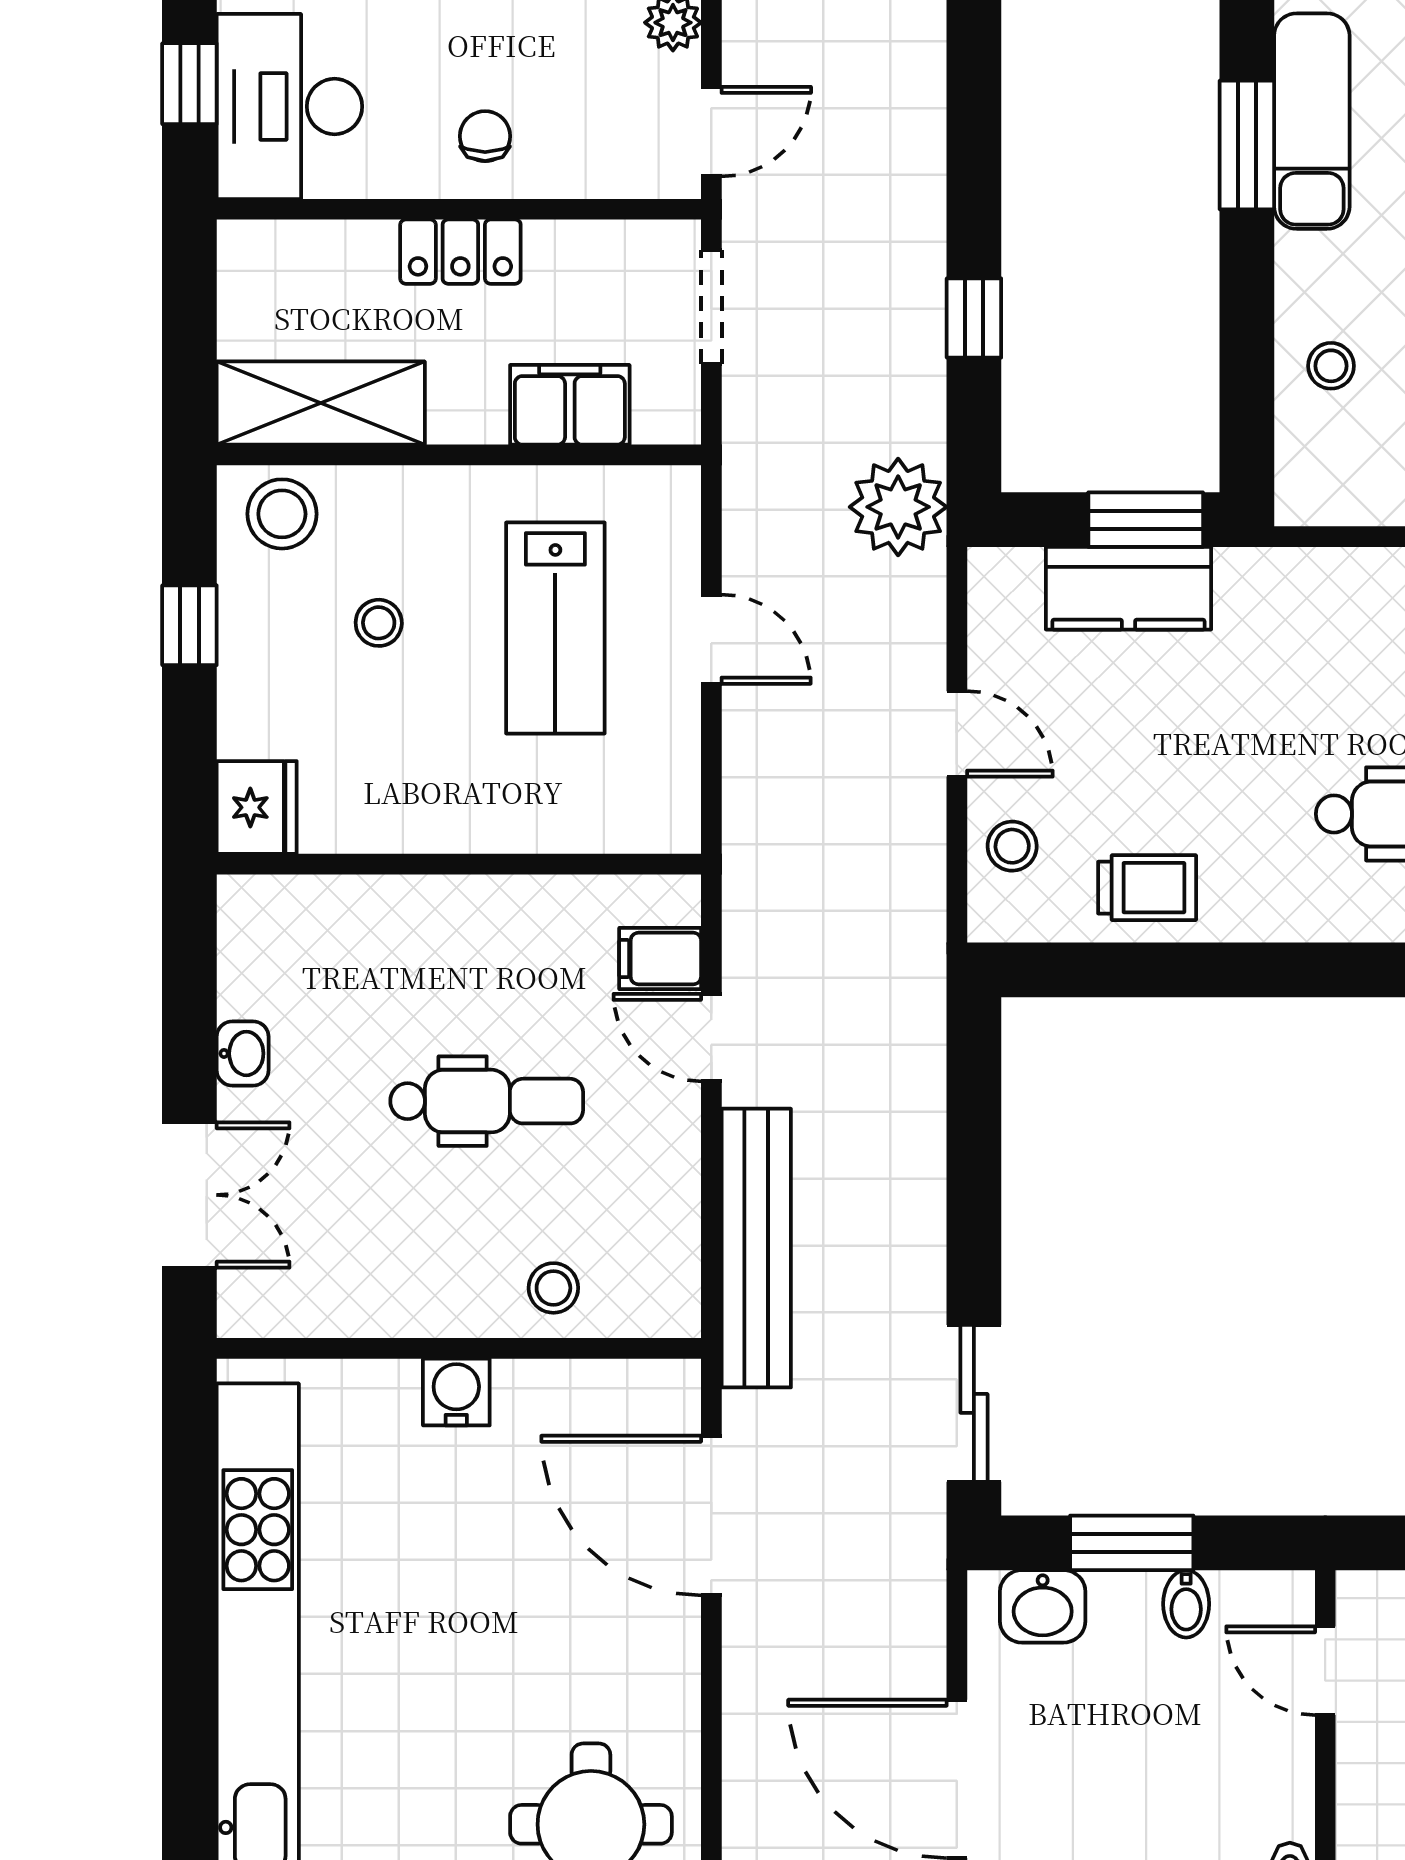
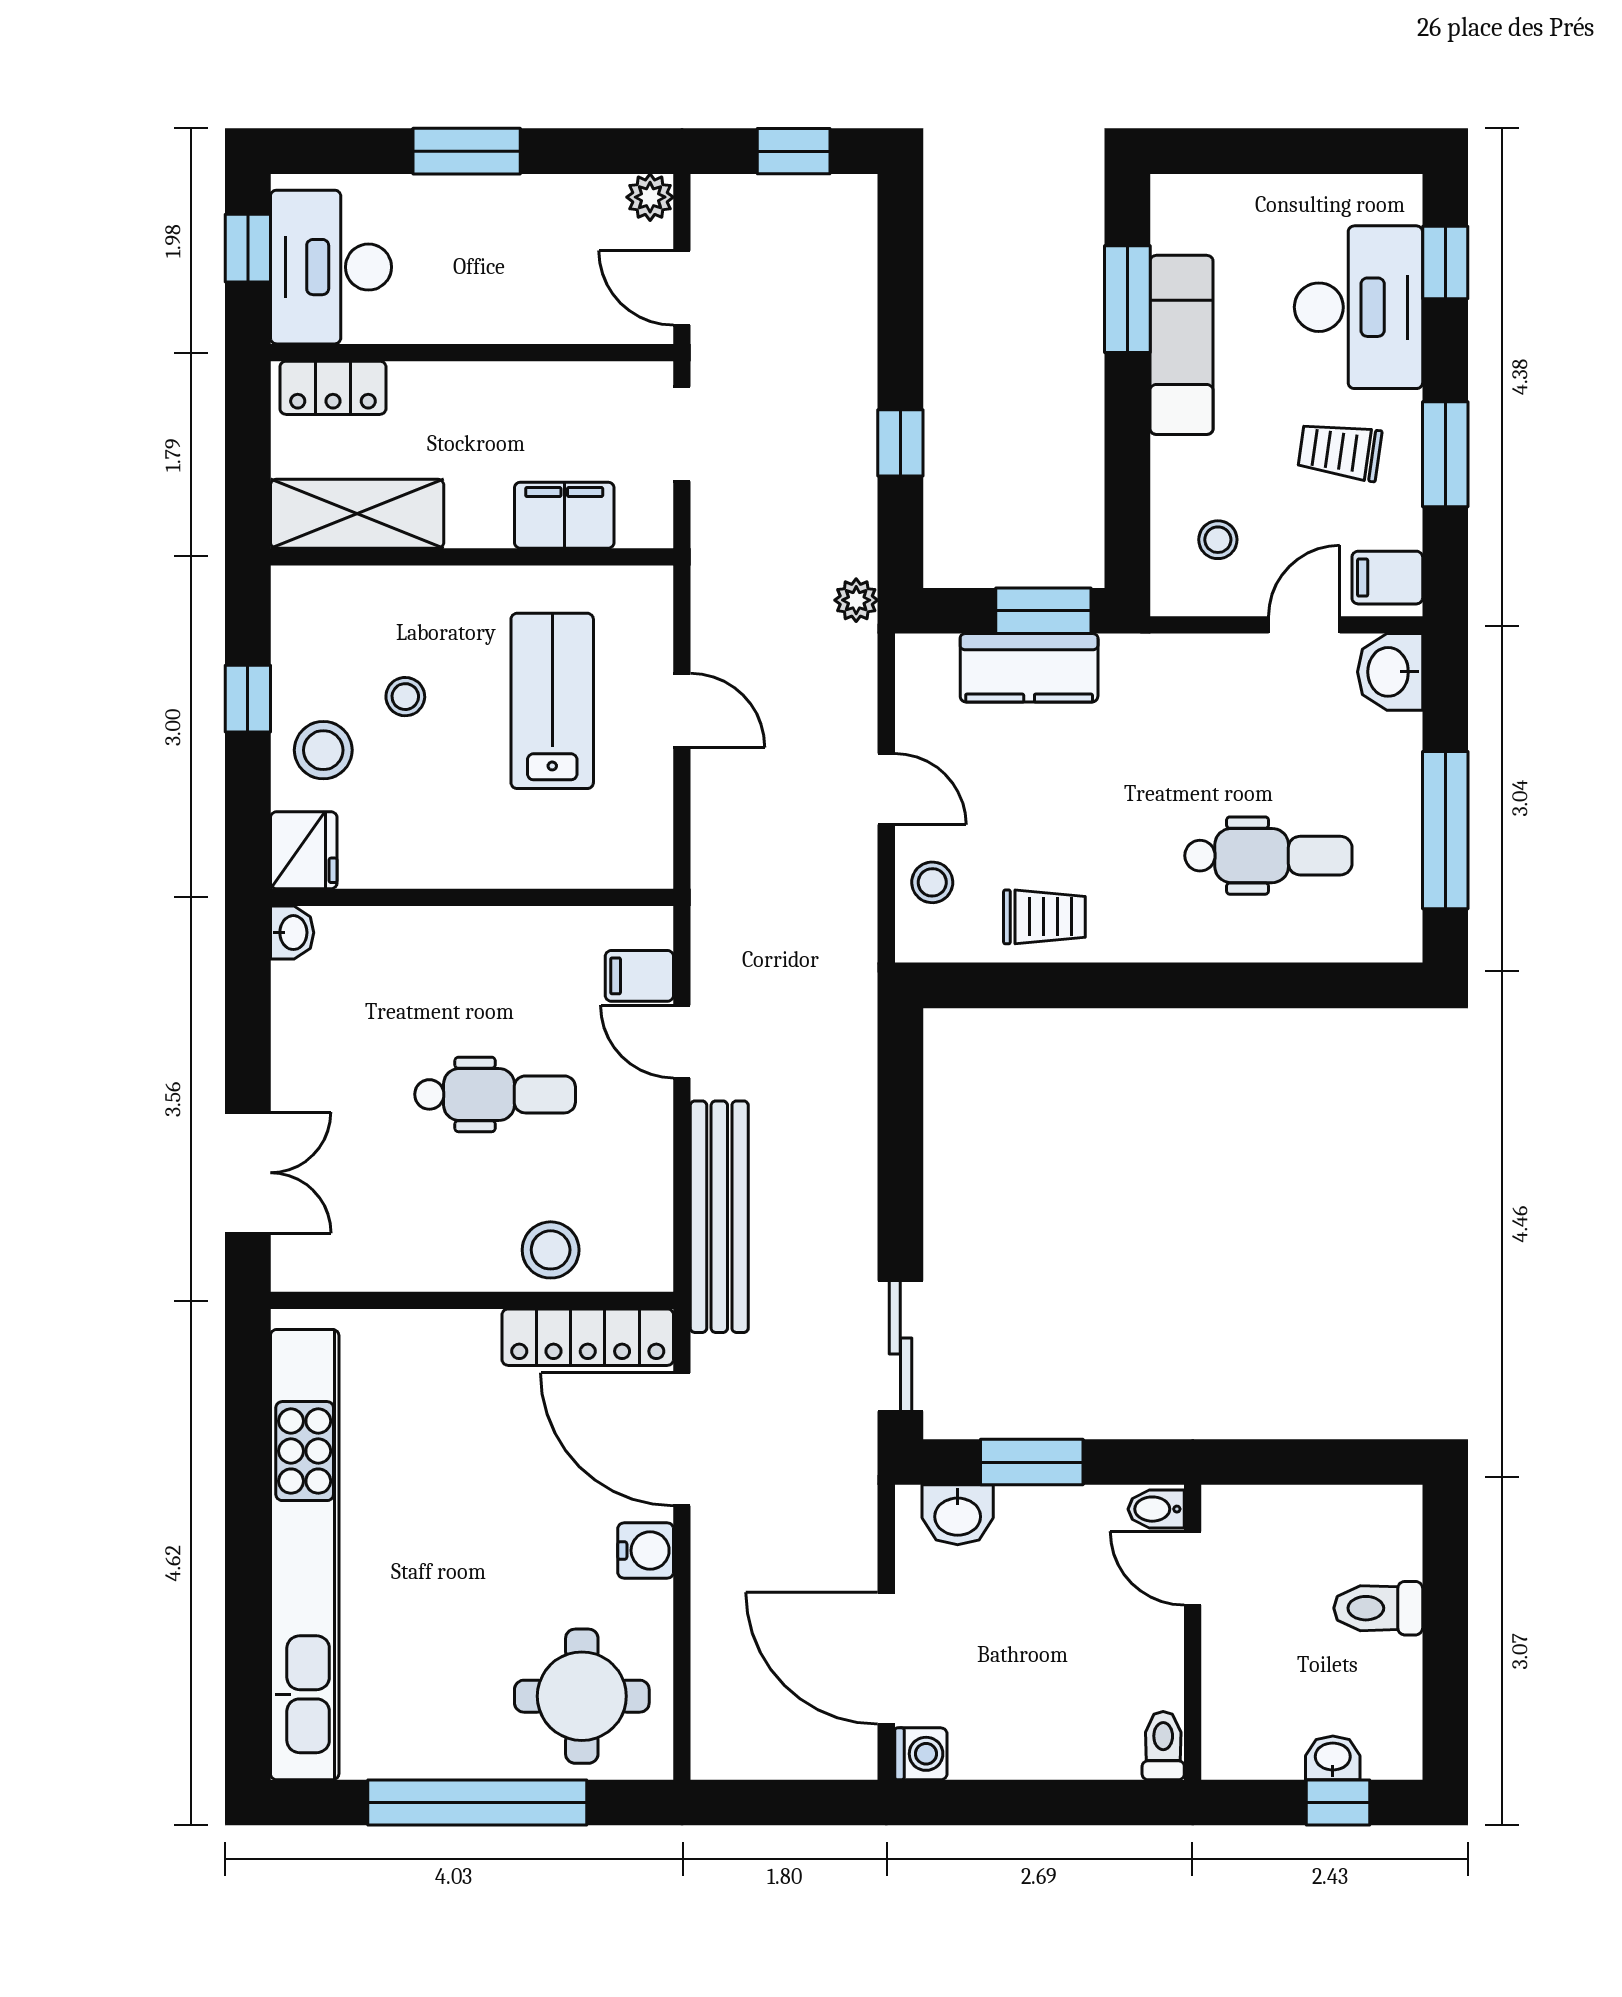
exam couch: (1312, 121) -> (1182, 345), moved
door: (711, 132) -> (682, 288), swing flipped
chair: (485, 136) -> (494, 292), removed
locker: (460, 252) -> (333, 388), moved
stool: (1331, 366) -> (1218, 540), moved
plant: (898, 507) -> (856, 600), width x0.53, depth x0.53
stool: (282, 514) -> (323, 750), moved
lab bench: (555, 628) -> (552, 701), turned 180
washbasin: (243, 1053) -> (292, 933), moved
stool: (553, 1288) -> (551, 1250), width x1.37, depth x1.37
water cooler: (456, 1392) -> (646, 1550), moved, turned 90
locker: (598, 1393) -> (588, 1337), added
bidet: (1186, 1604) -> (1156, 1509), moved, turned 90

